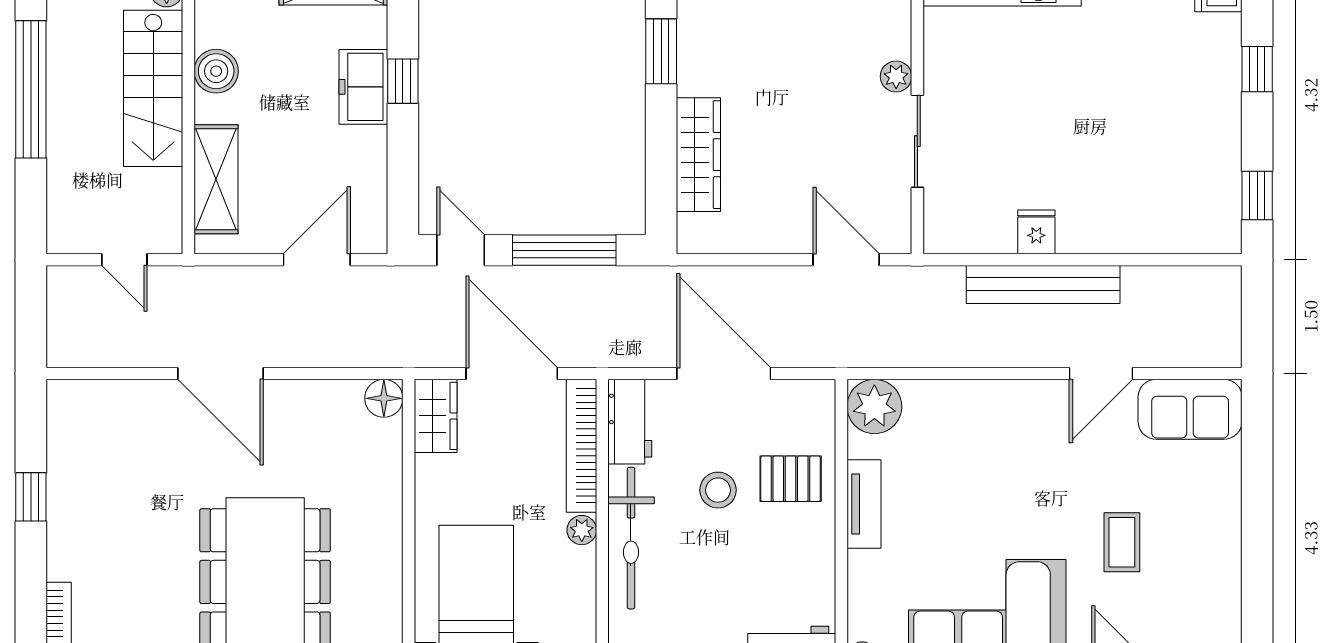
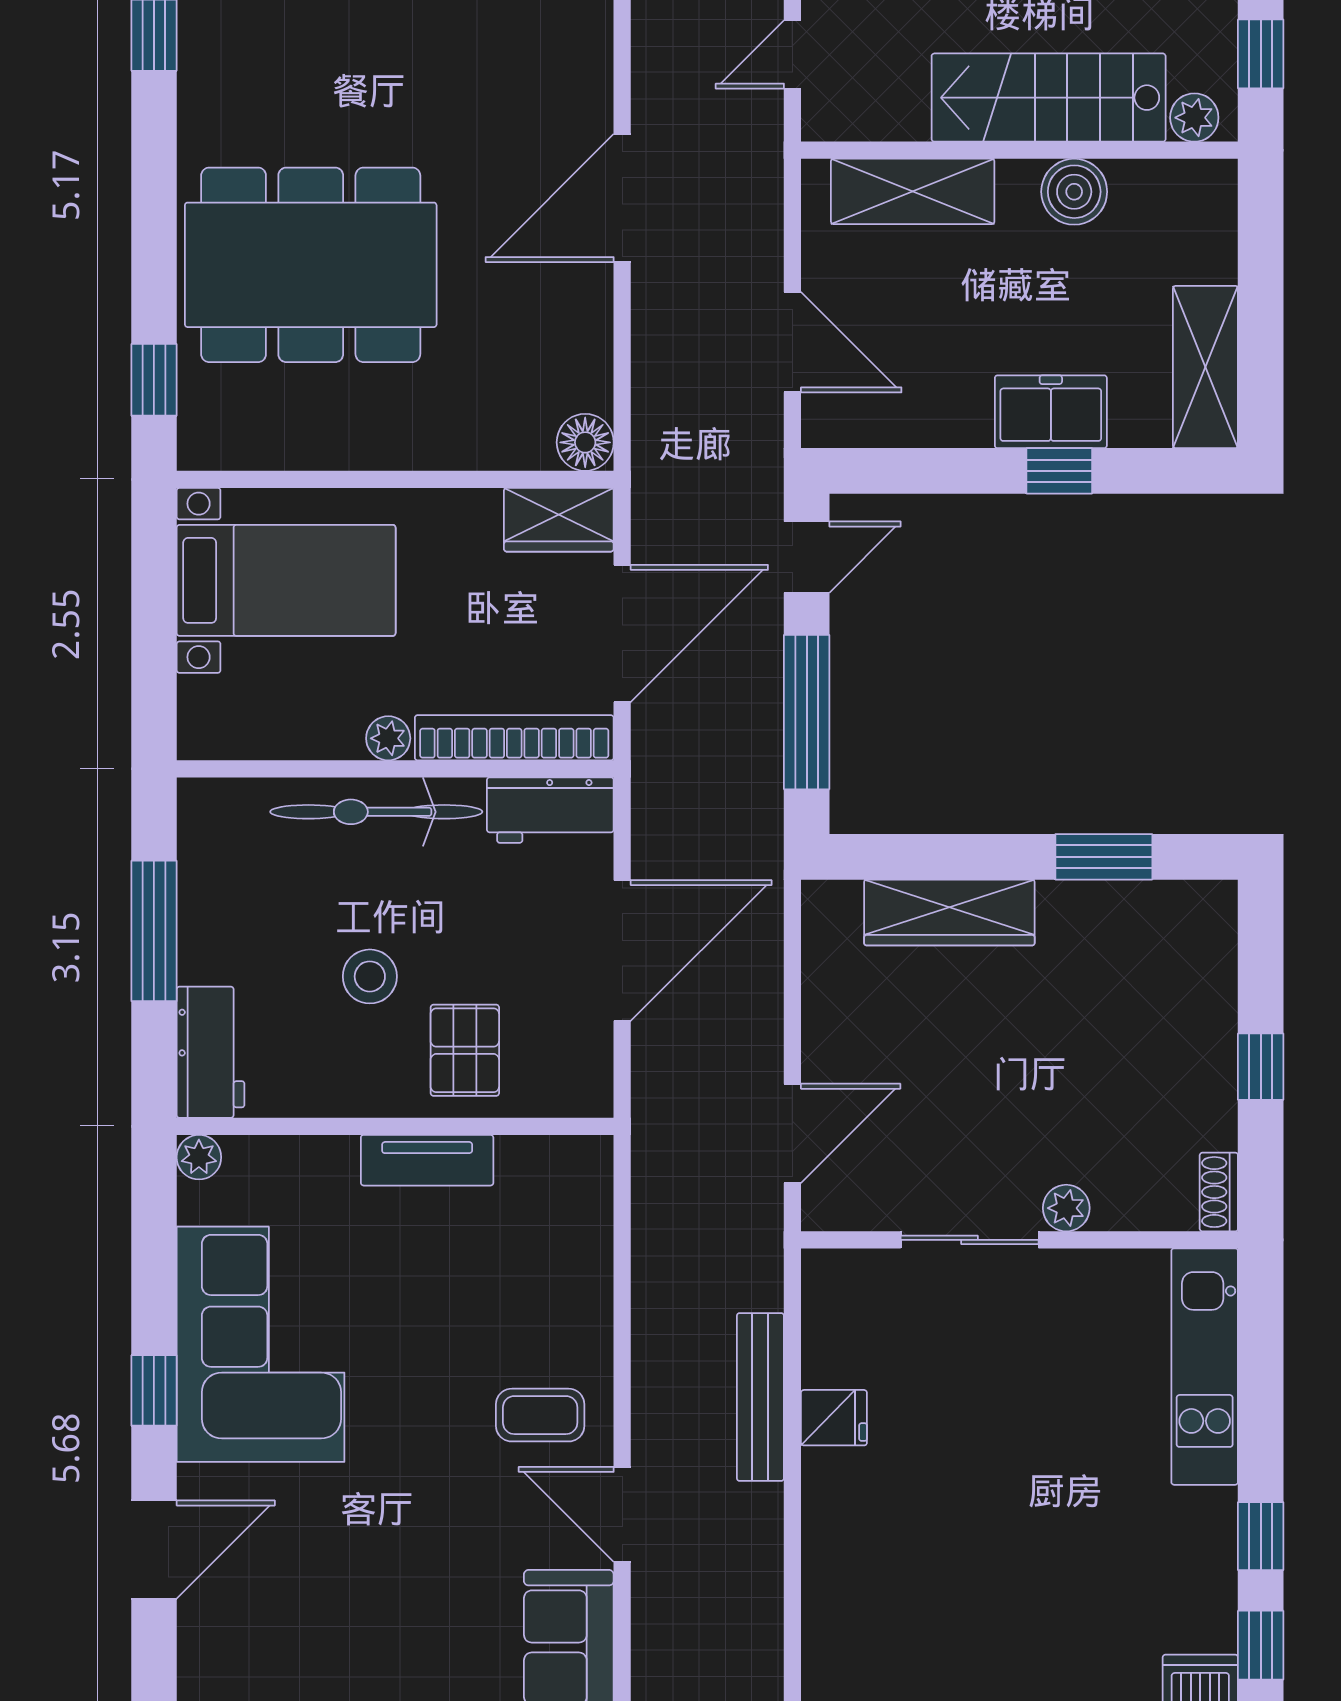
bench: (1043, 284) -> (760, 1397), width x0.73, depth x0.82
plant: (874, 407) -> (573, 1176), removed
stool: (718, 490) -> (370, 976), moved
coffee table: (1122, 542) -> (540, 1415), moved

